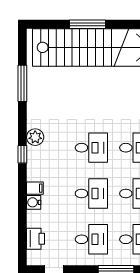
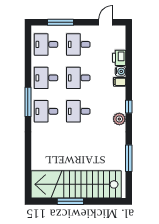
window: (88, 24) -> (70, 201), moved
printer: (36, 239) -> (119, 58), moved

